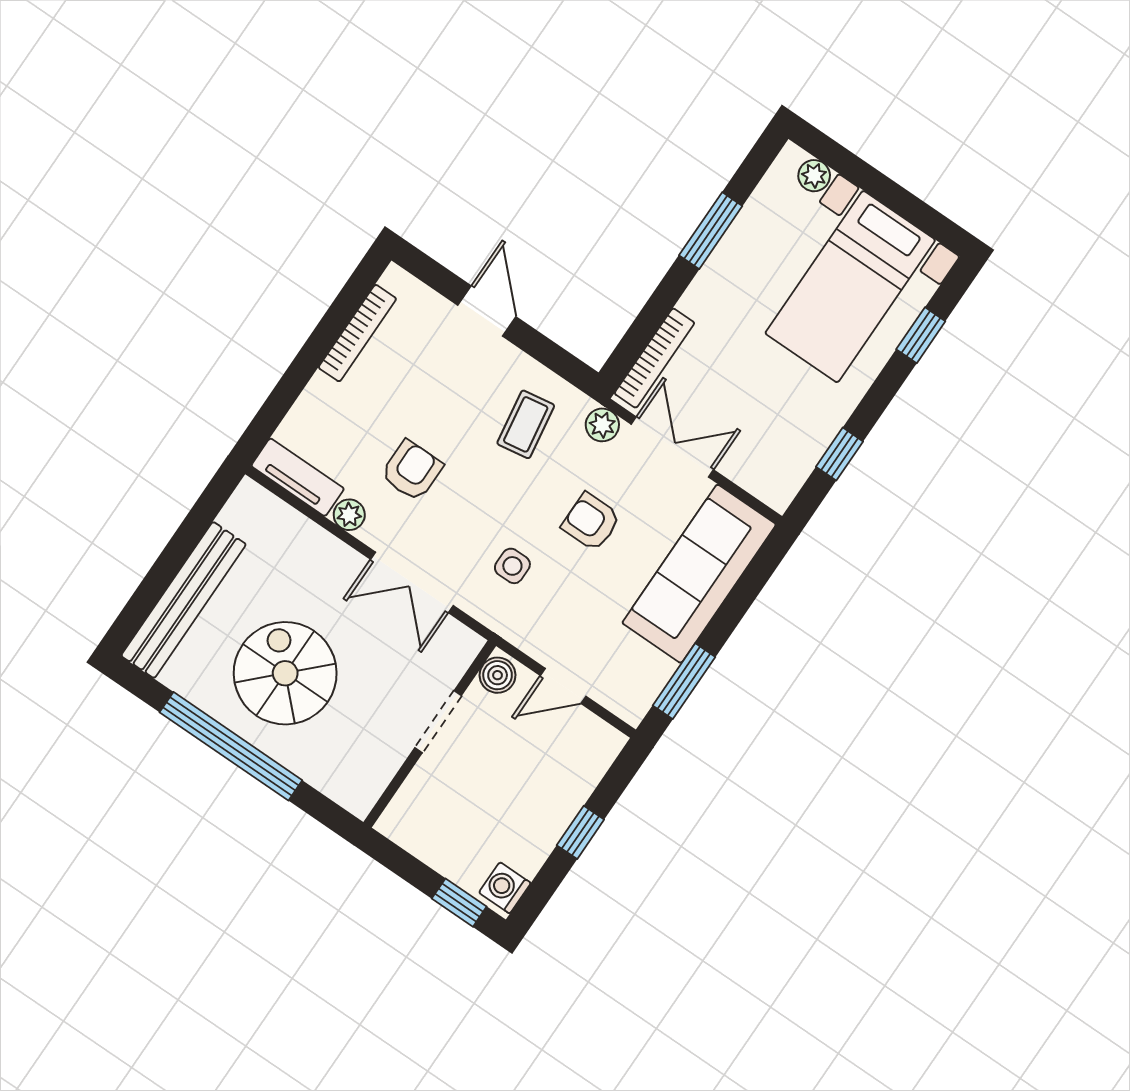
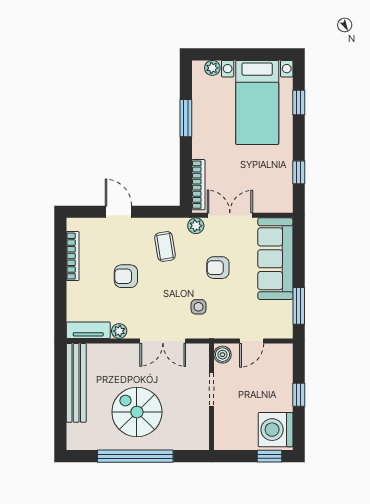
armchair: (412, 470) -> (126, 276), moved, turned -90
bench: (184, 600) -> (76, 383), moved
washing machine: (505, 888) -> (276, 430), width x1.89, depth x1.89

